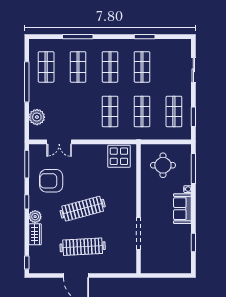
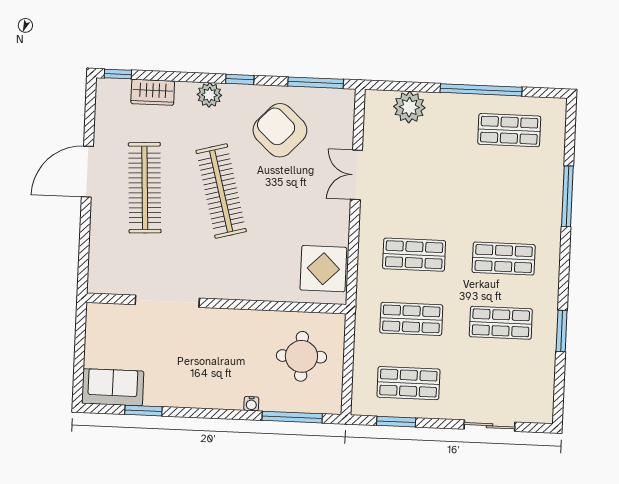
shop shelf: (78, 67) -> (506, 194), removed
double door: (59, 142) -> (356, 175), moved
armchair: (51, 181) -> (280, 130), turned -47
sofa: (182, 209) -> (113, 387), moved
wardrobe: (35, 234) -> (153, 92), moved

